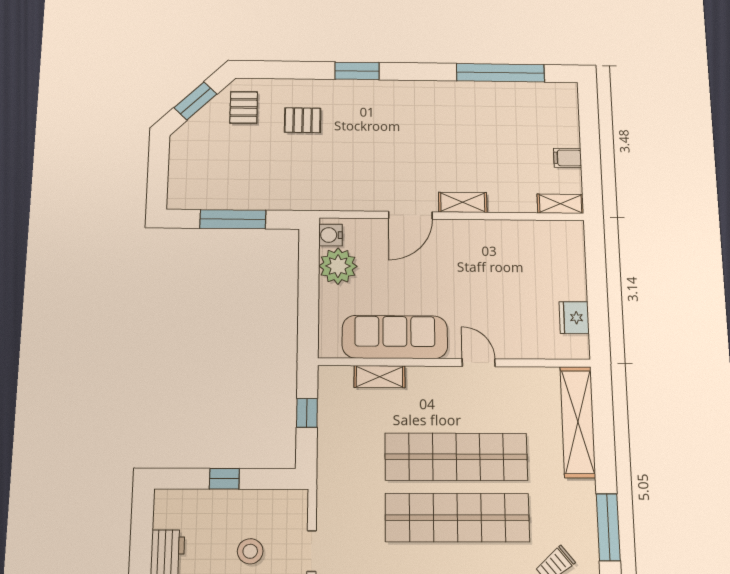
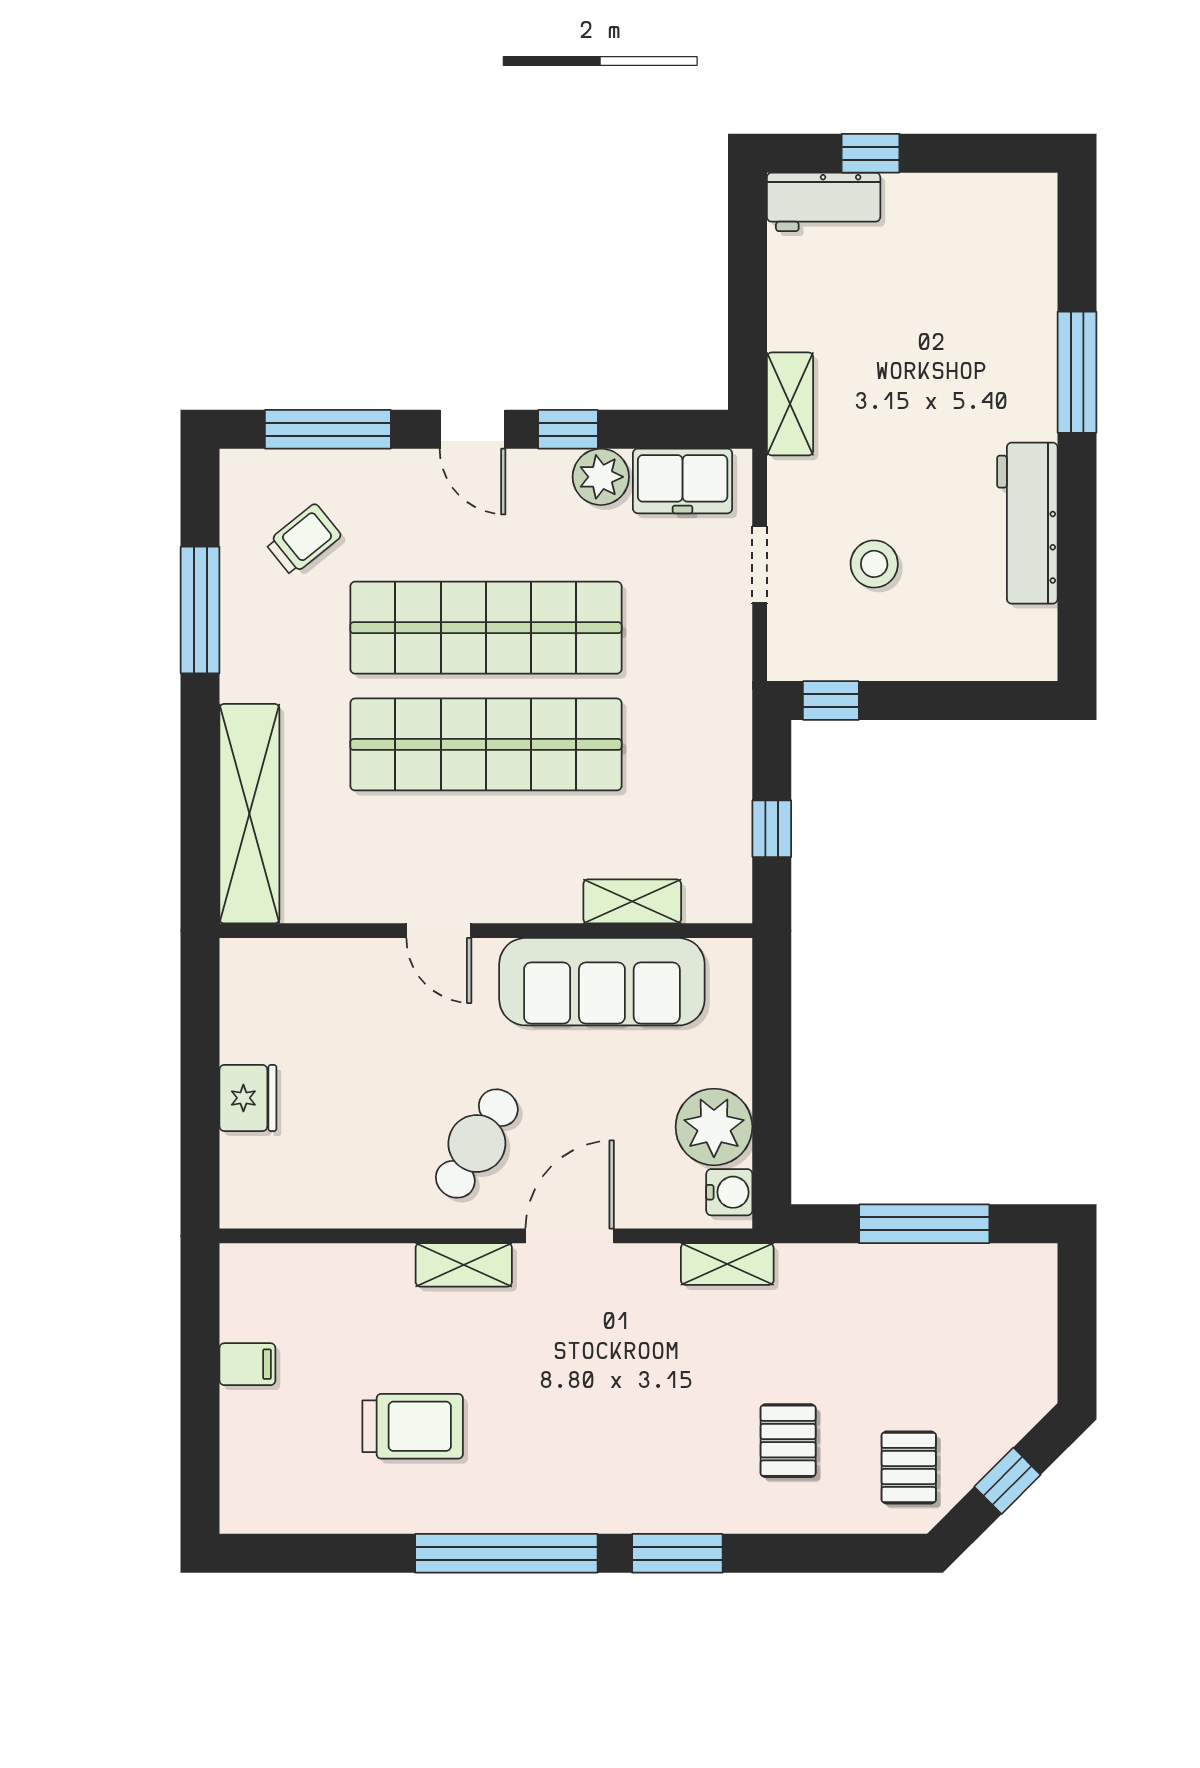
window: (500, 73) -> (506, 1553), moved
window: (195, 101) -> (1007, 1481), width x0.67
pallet: (303, 120) -> (788, 1441), turned 90
trolley: (486, 129) -> (413, 1426), added
shelving: (560, 204) -> (727, 1264), moved
cafe table: (457, 259) -> (477, 1144), added
fridge: (574, 318) -> (248, 1098), moved
window: (224, 479) -> (831, 701), moved

